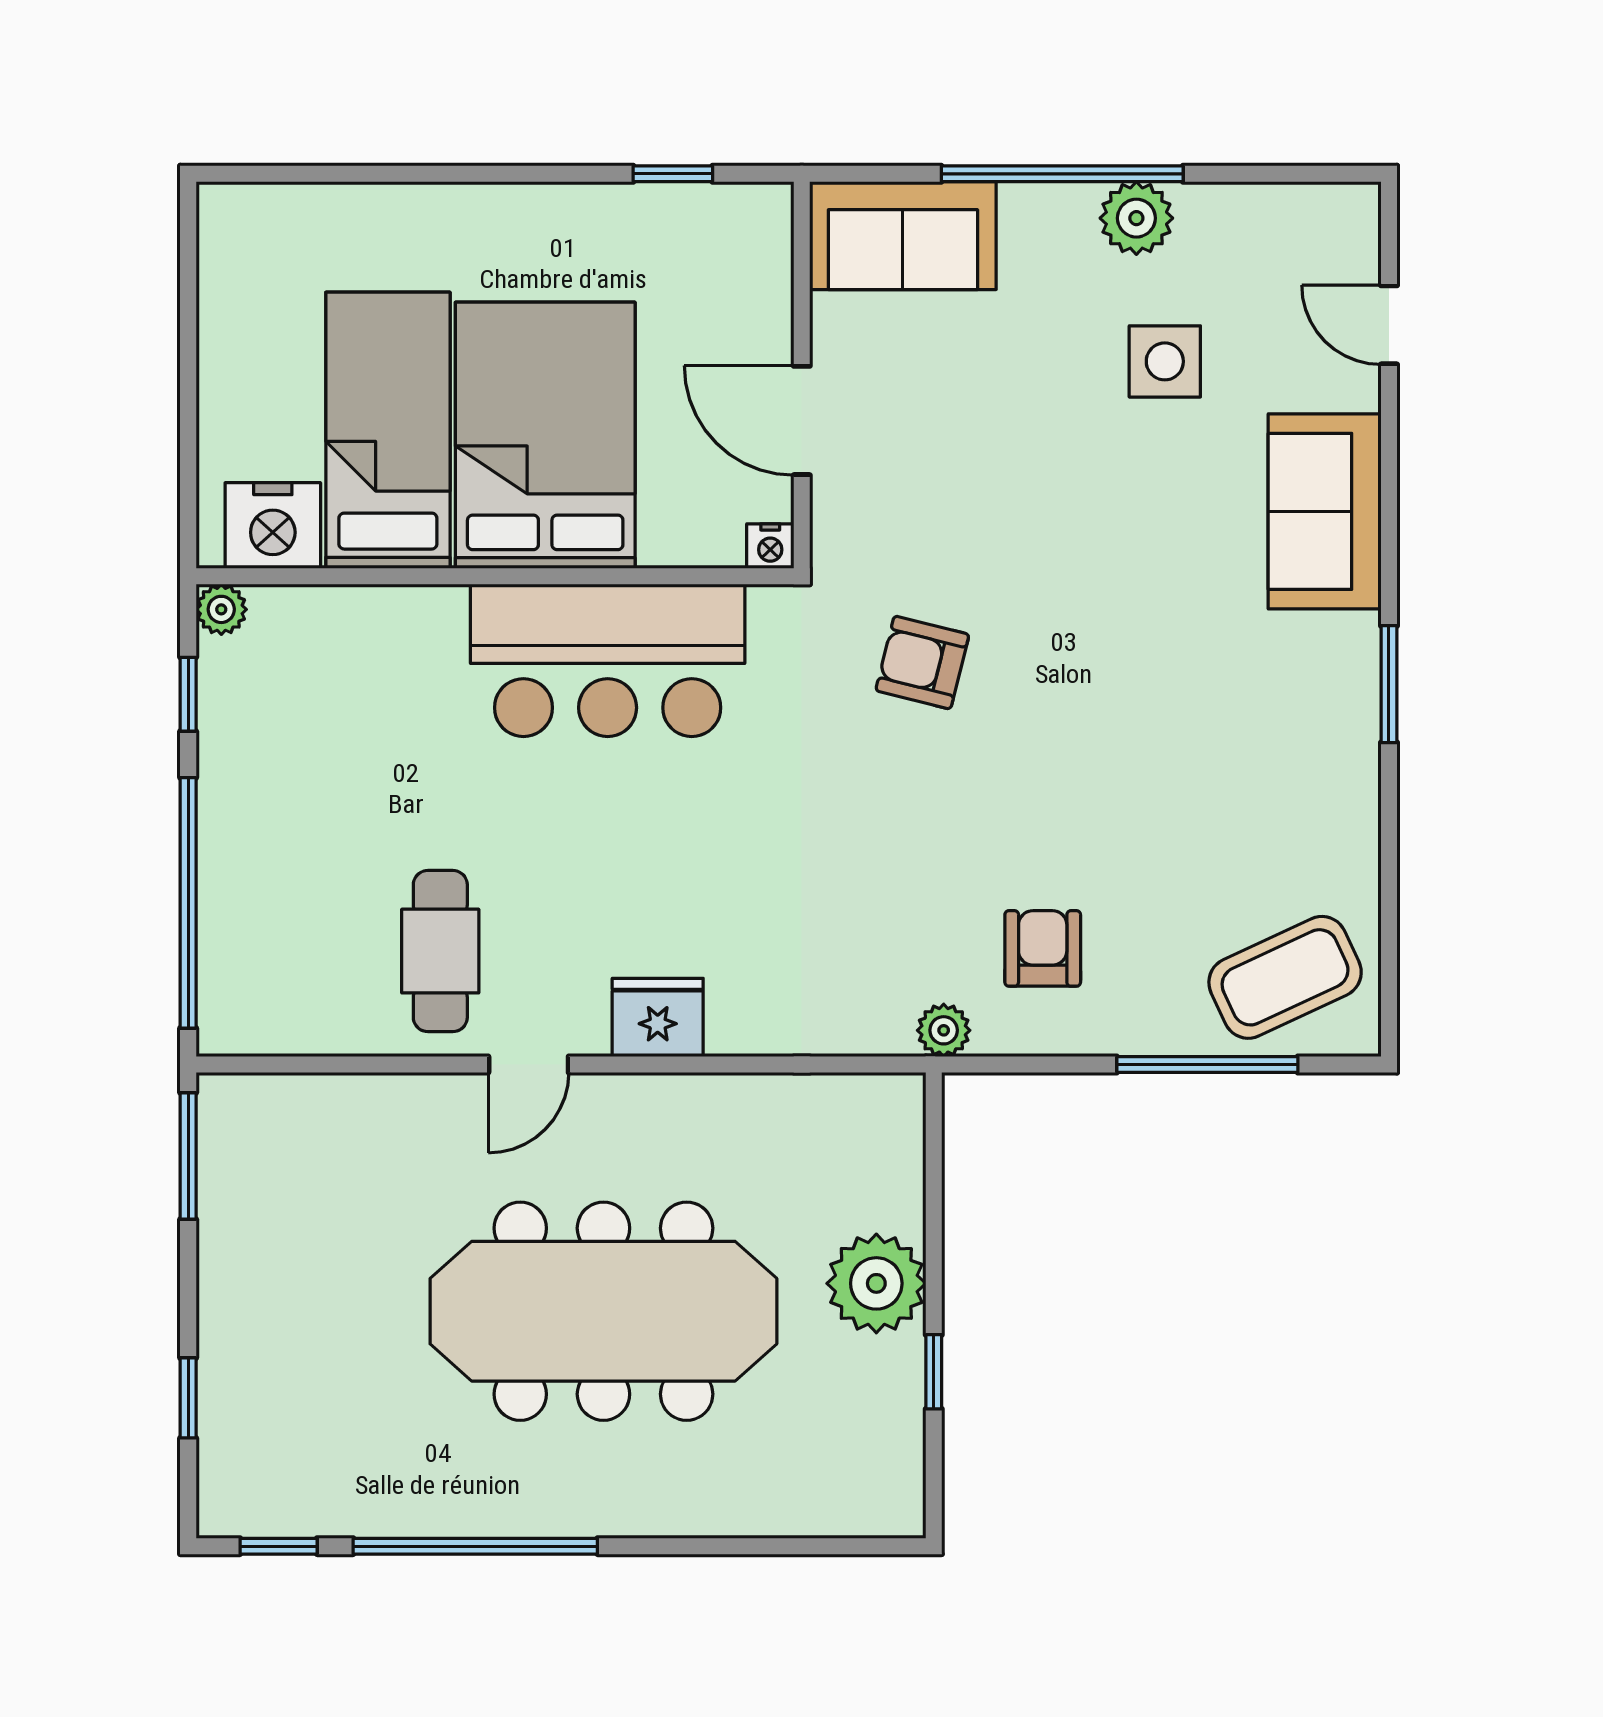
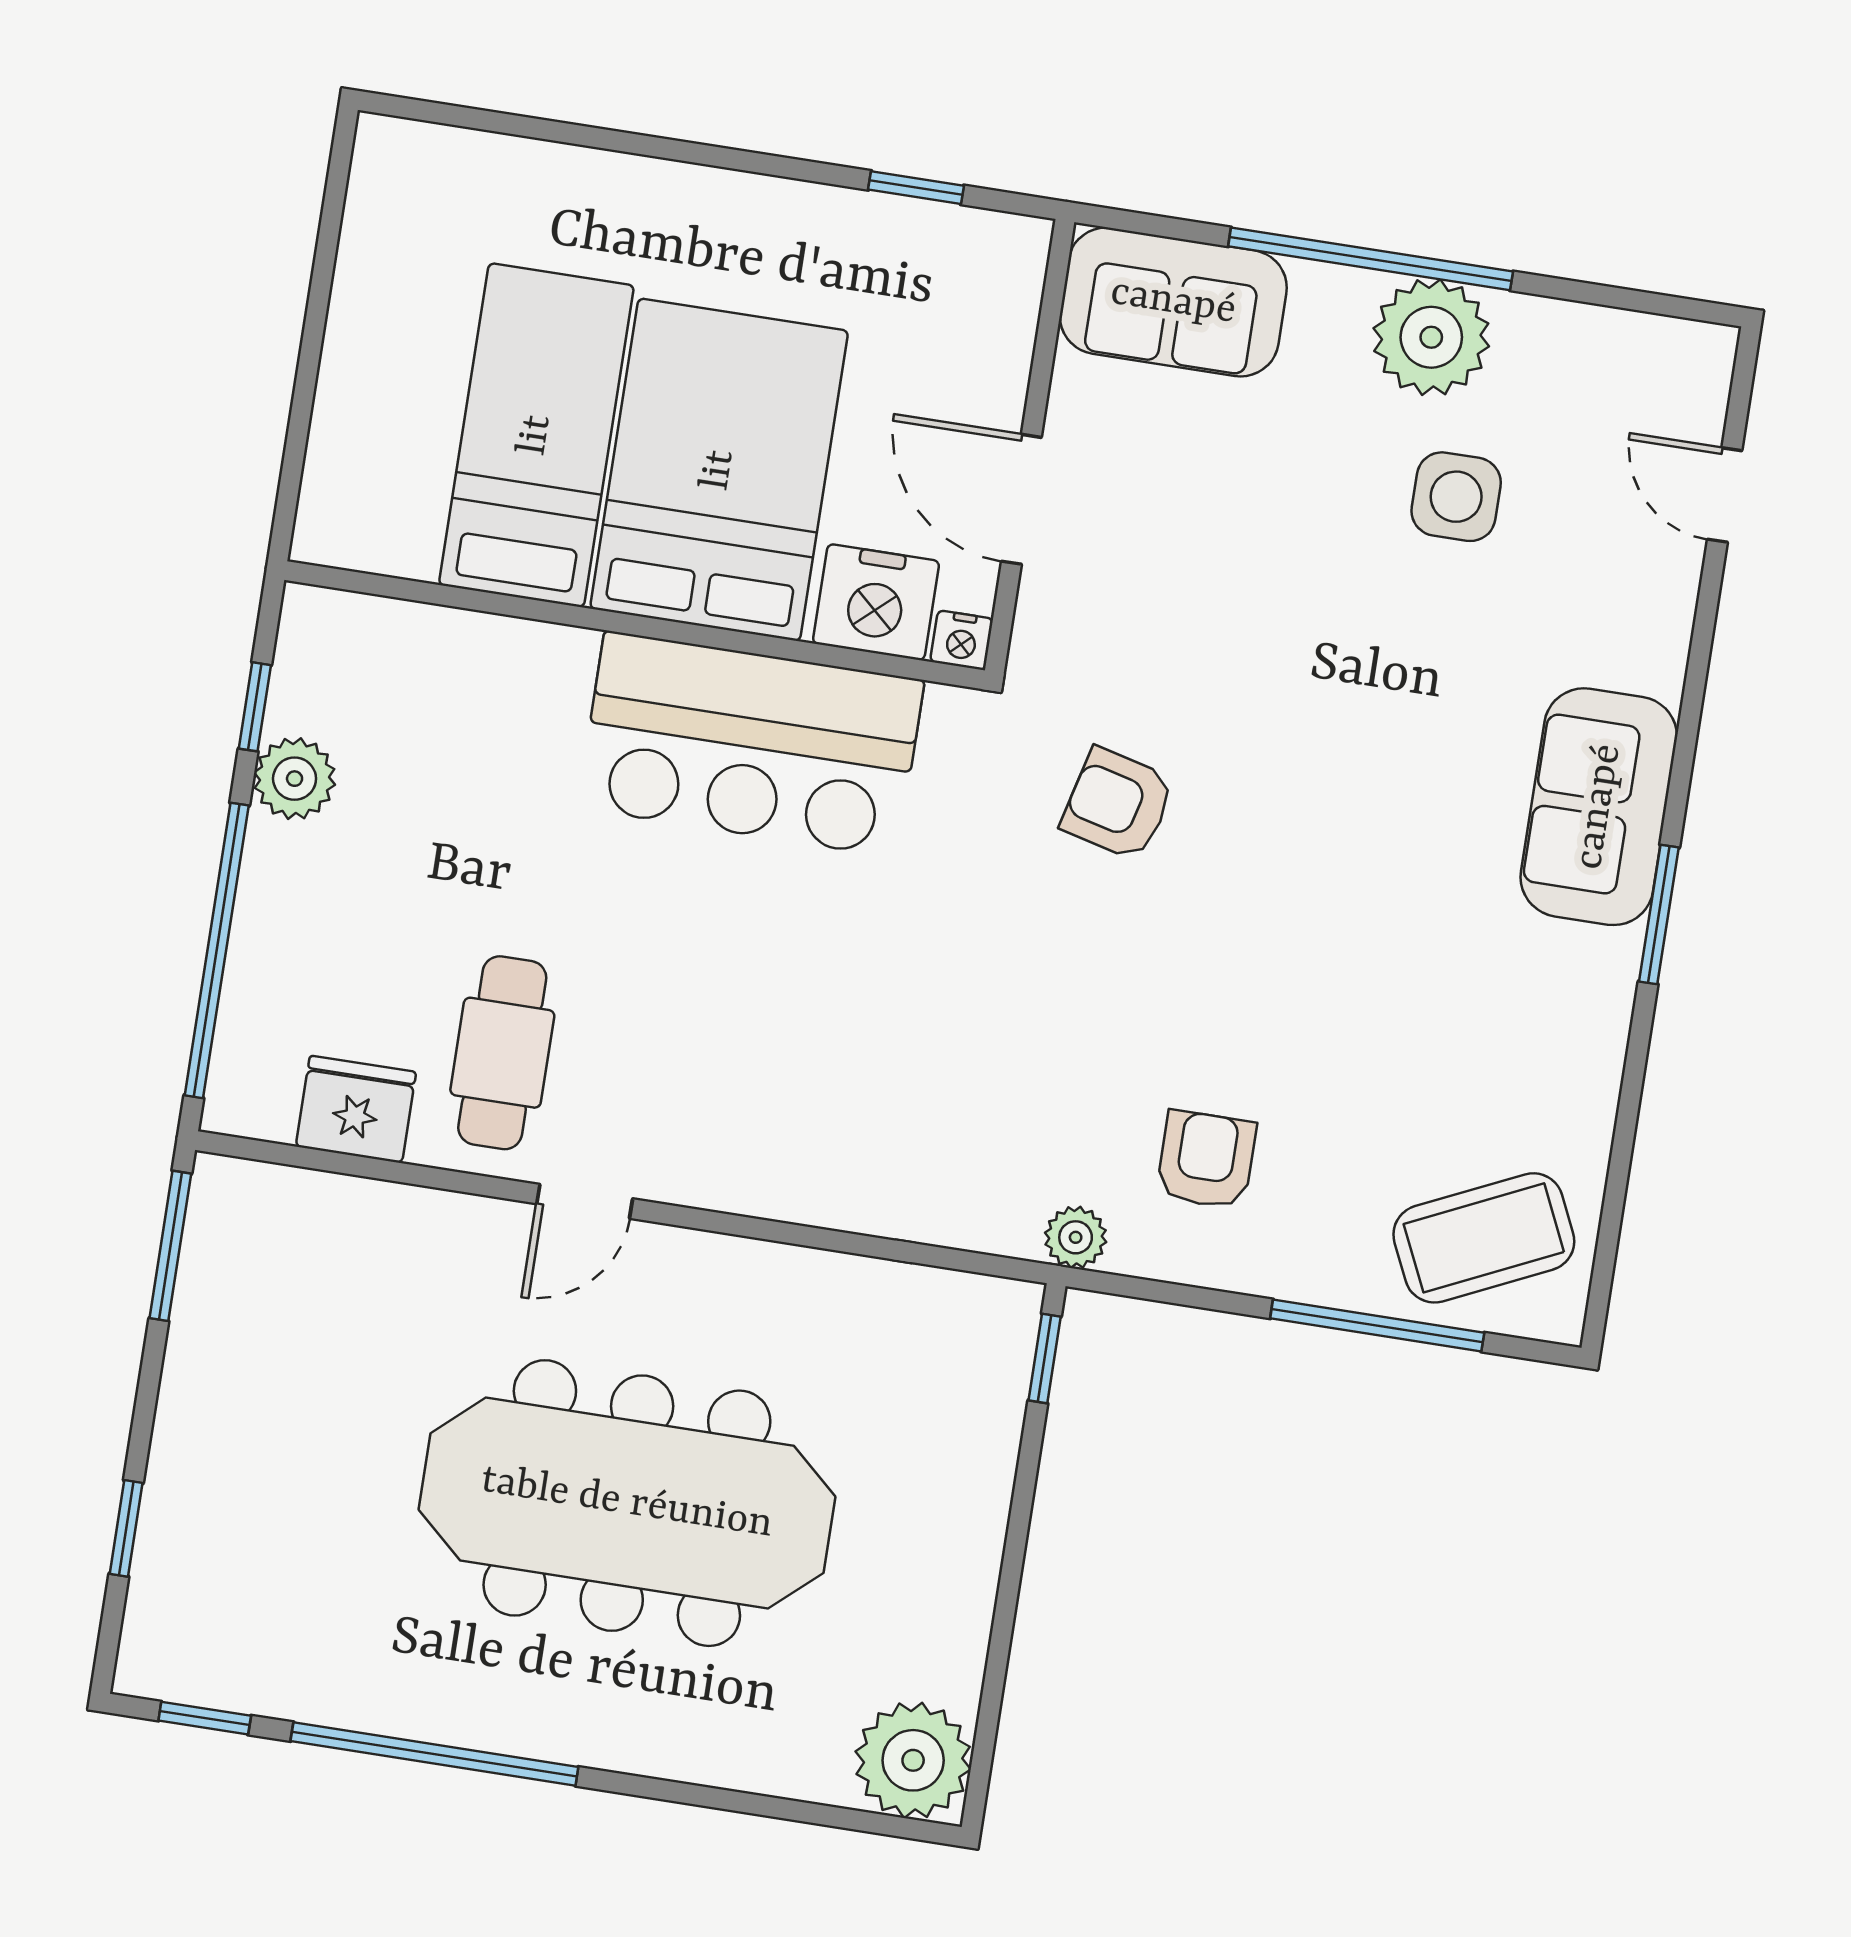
plant: (1136, 218) -> (1431, 337), width x1.36, depth x1.36
sofa: (1325, 511) -> (1599, 807), moved
nightstand: (273, 526) -> (876, 602), moved
plant: (221, 609) -> (295, 779), moved, width x1.38, depth x1.38
fridge: (658, 1017) -> (356, 1109), moved
plant: (876, 1283) -> (913, 1760), moved
window: (934, 1372) -> (1045, 1358), moved

